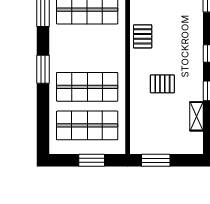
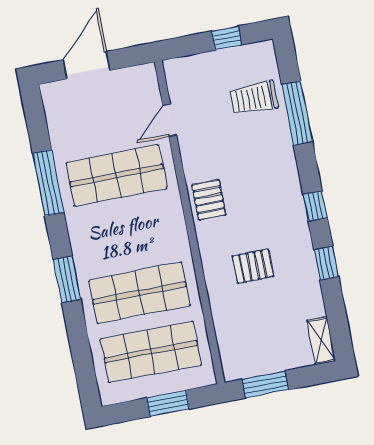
shelving: (196, 116) -> (321, 341), moved

